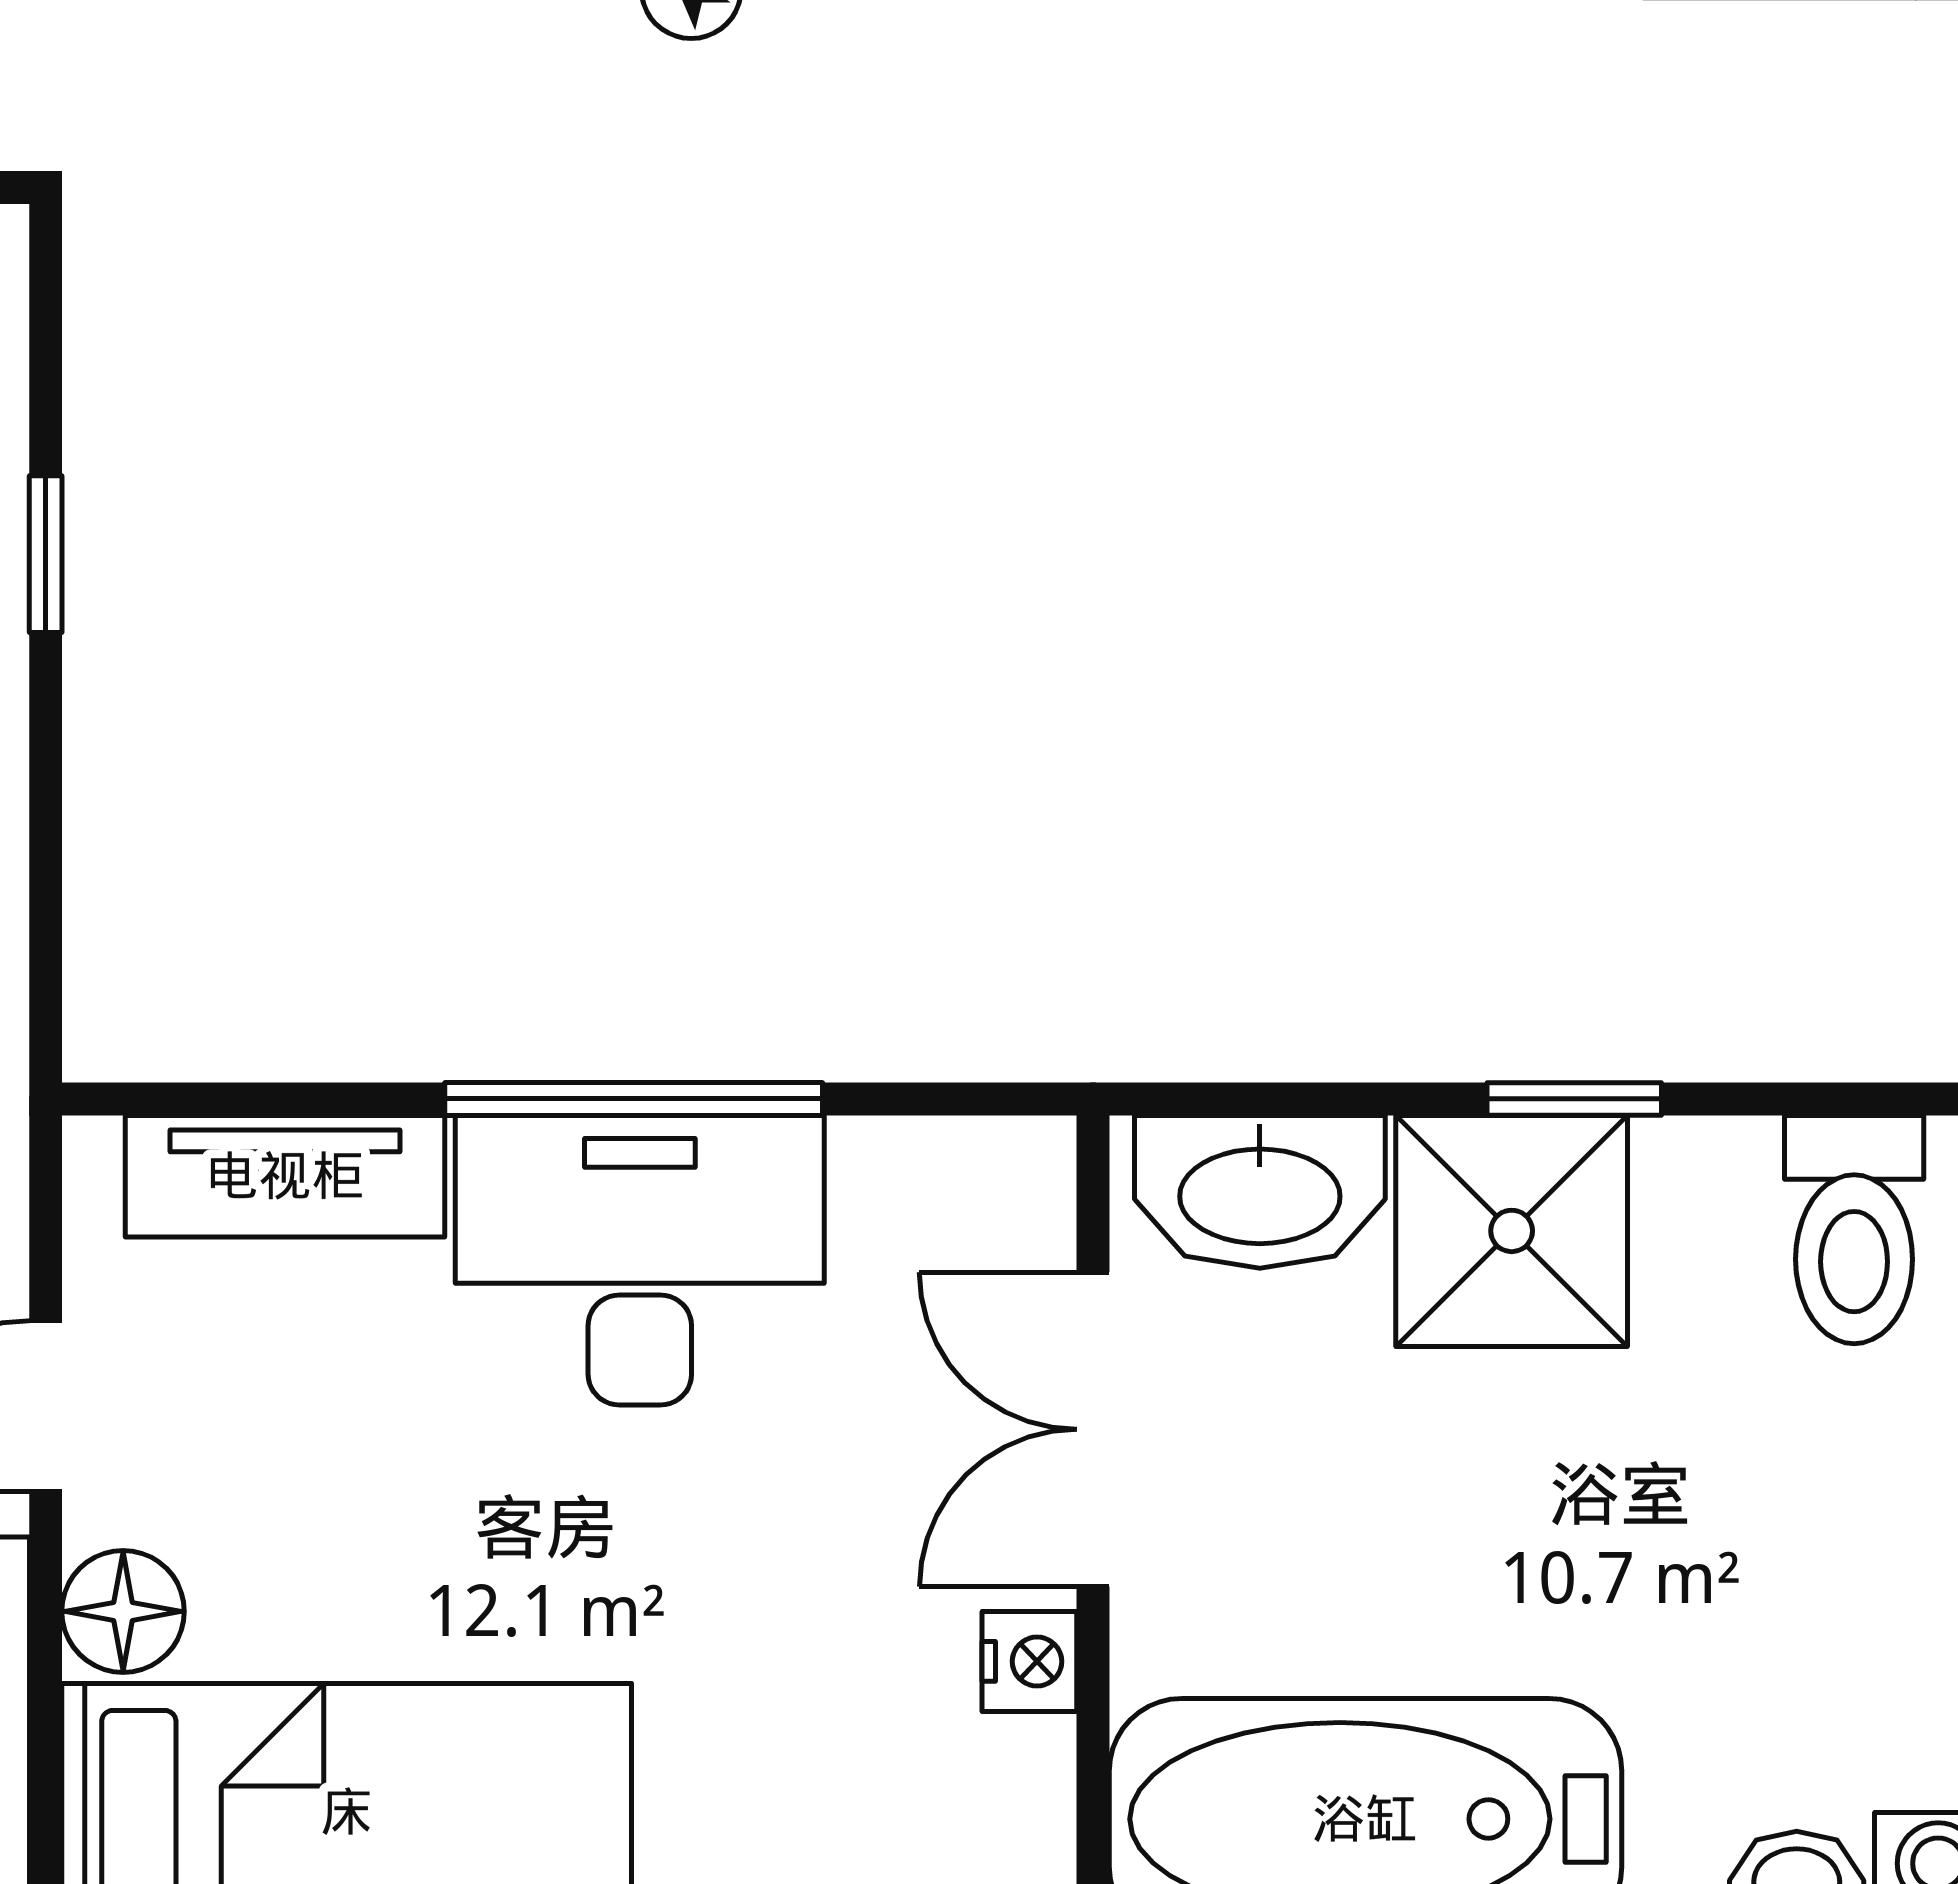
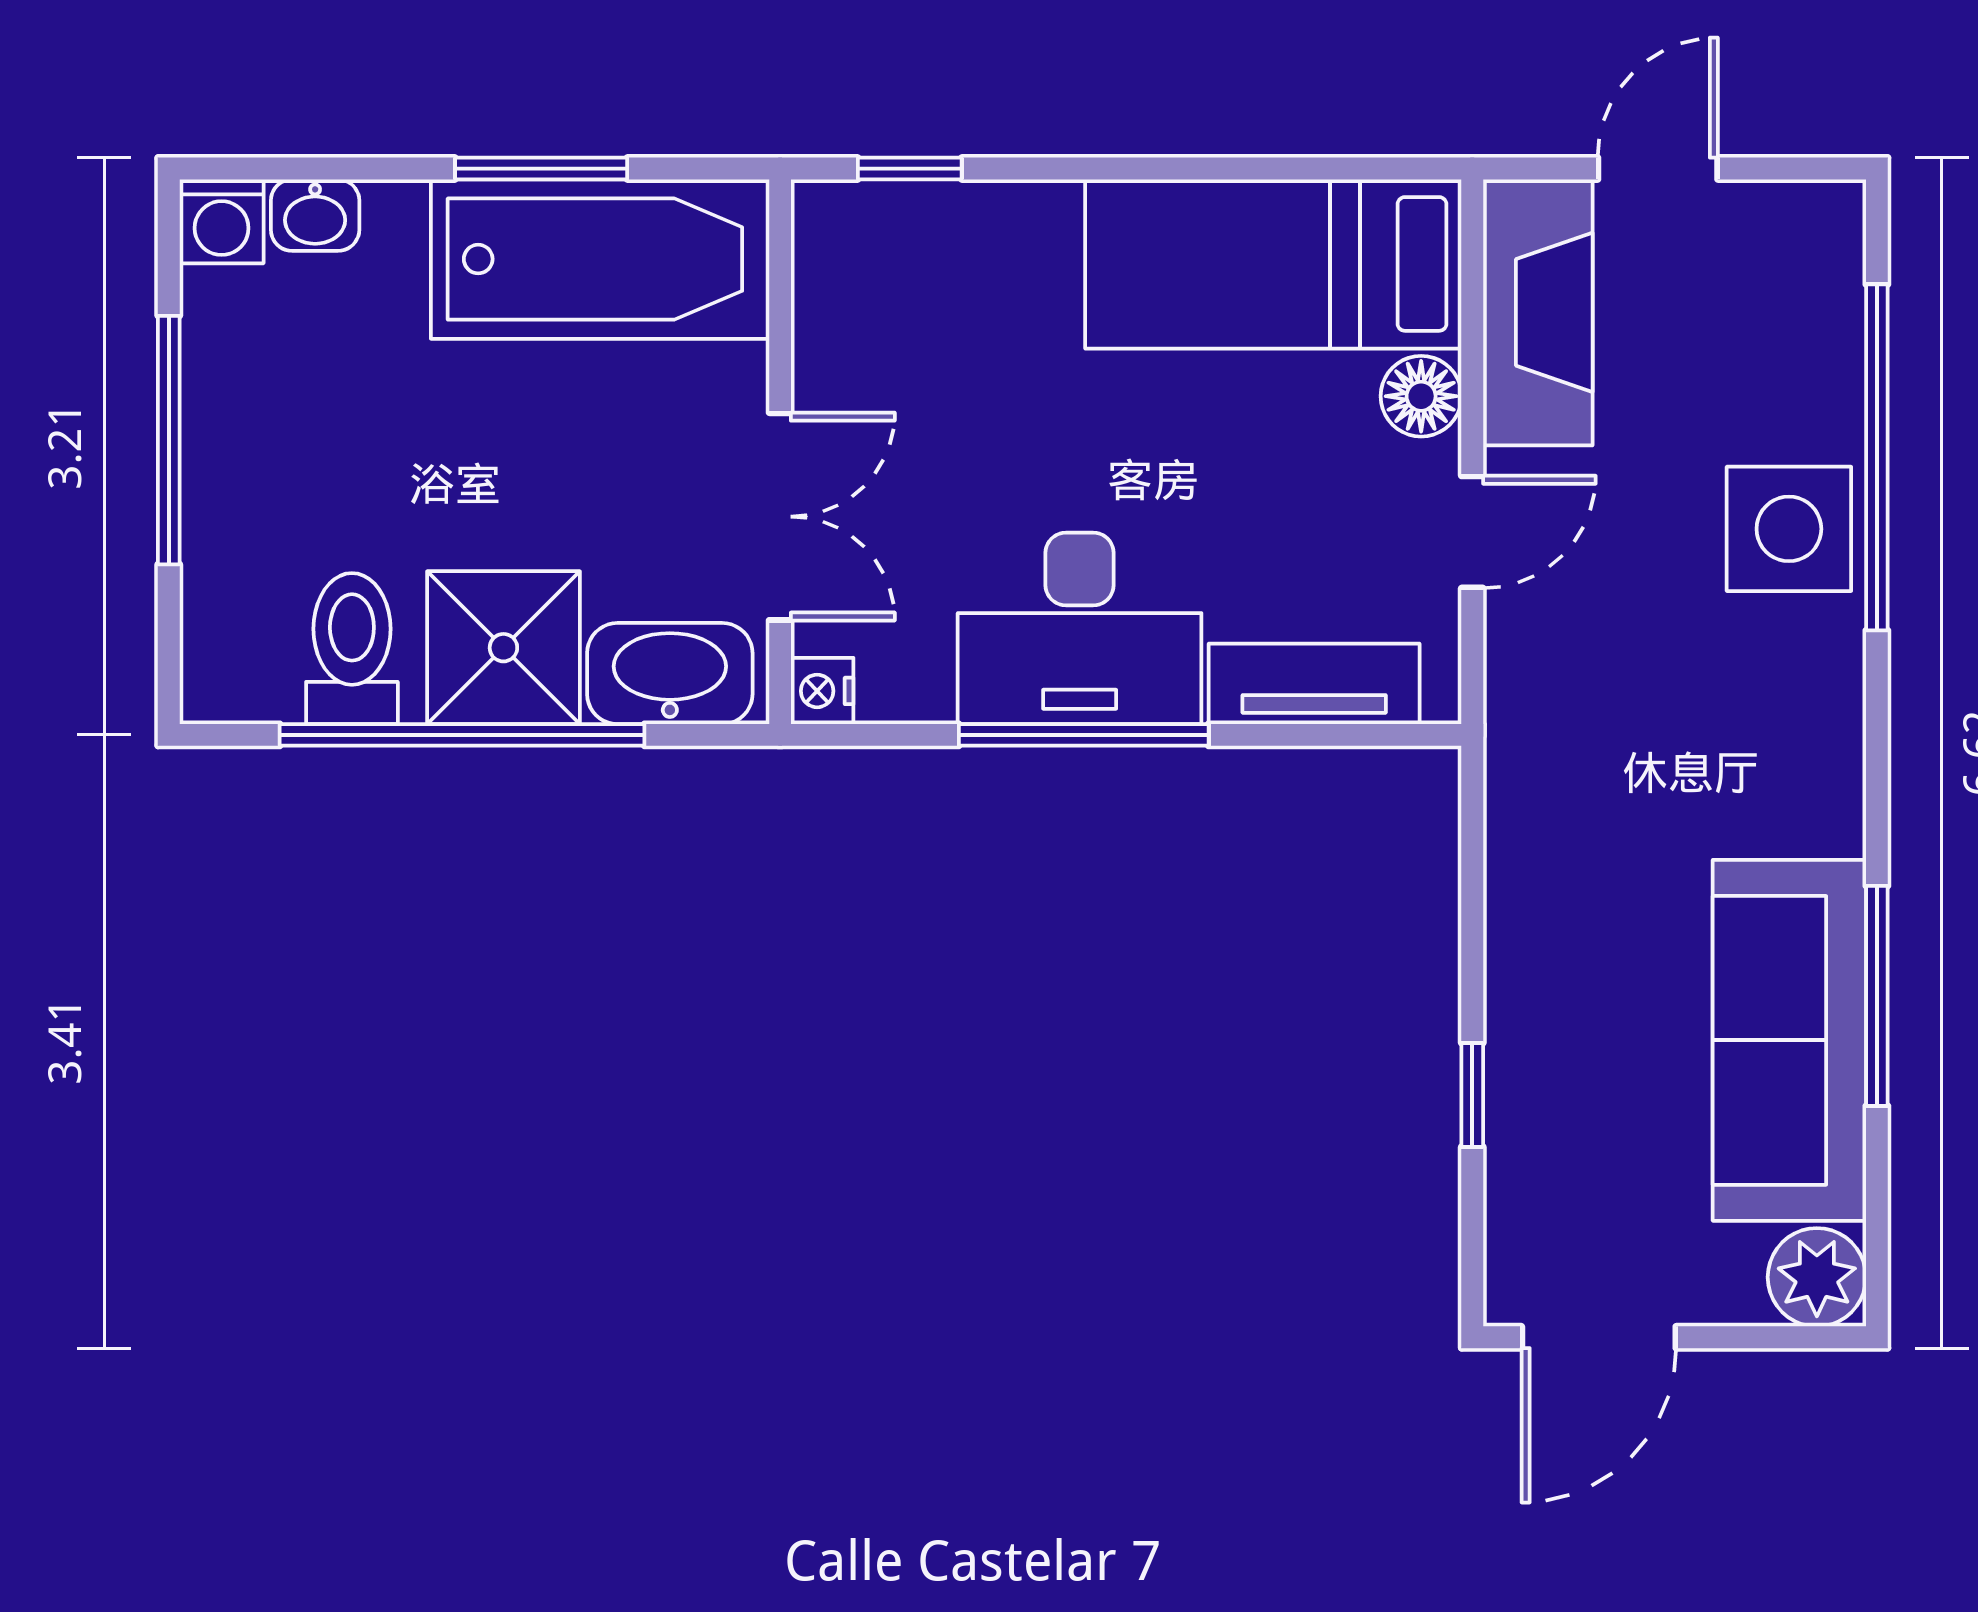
window: (1574, 1099) -> (462, 735), width x3.17
toilet: (1854, 1230) -> (352, 649), moved
nightstand: (1029, 1661) -> (822, 691), moved

